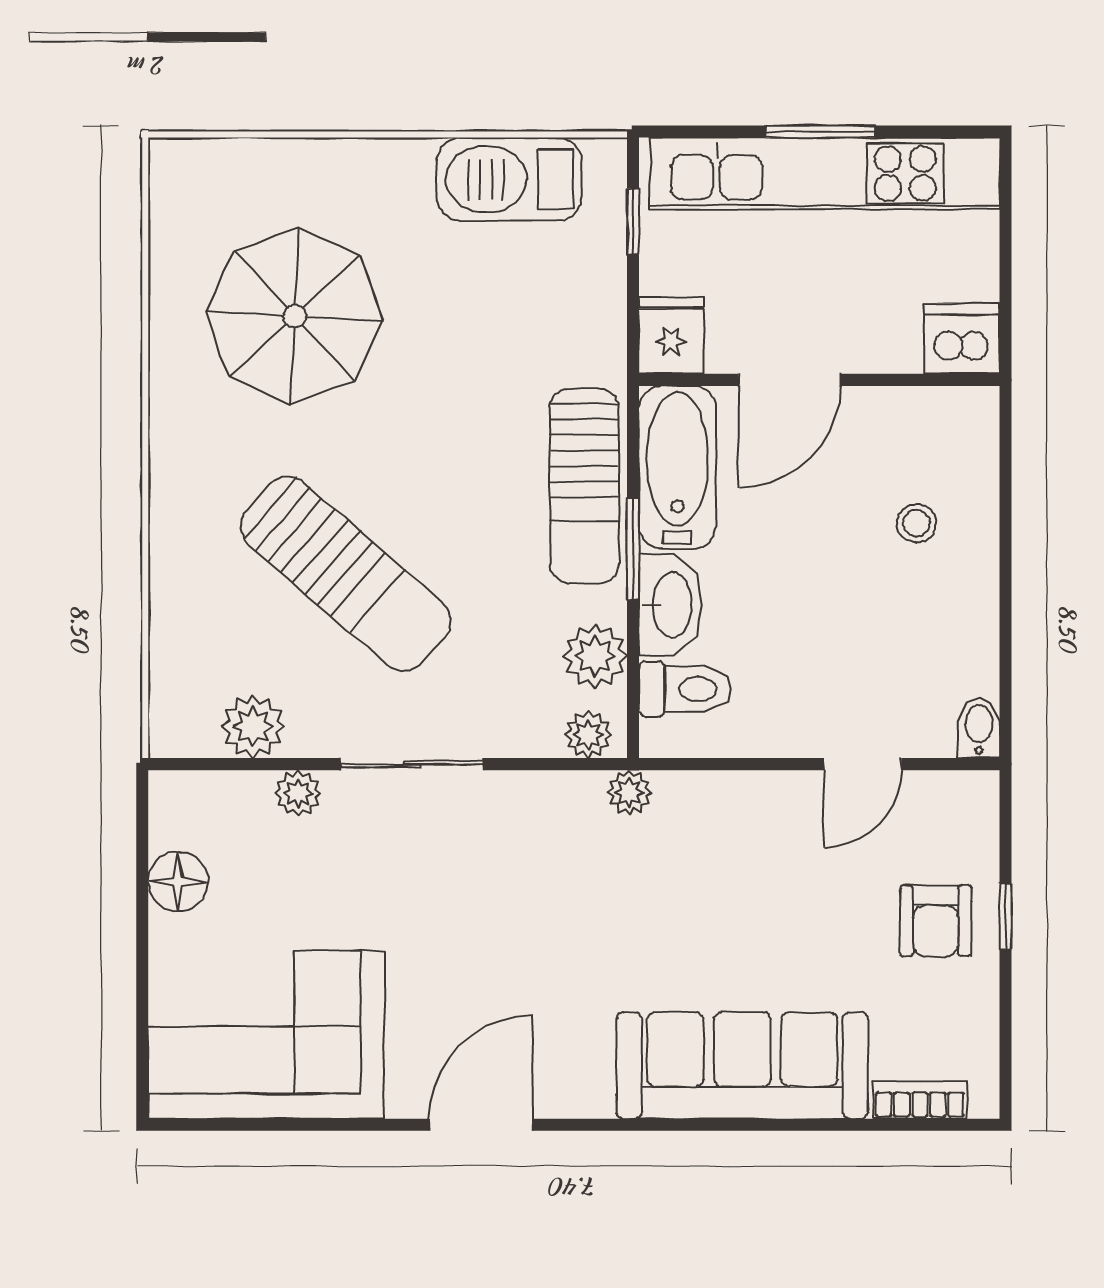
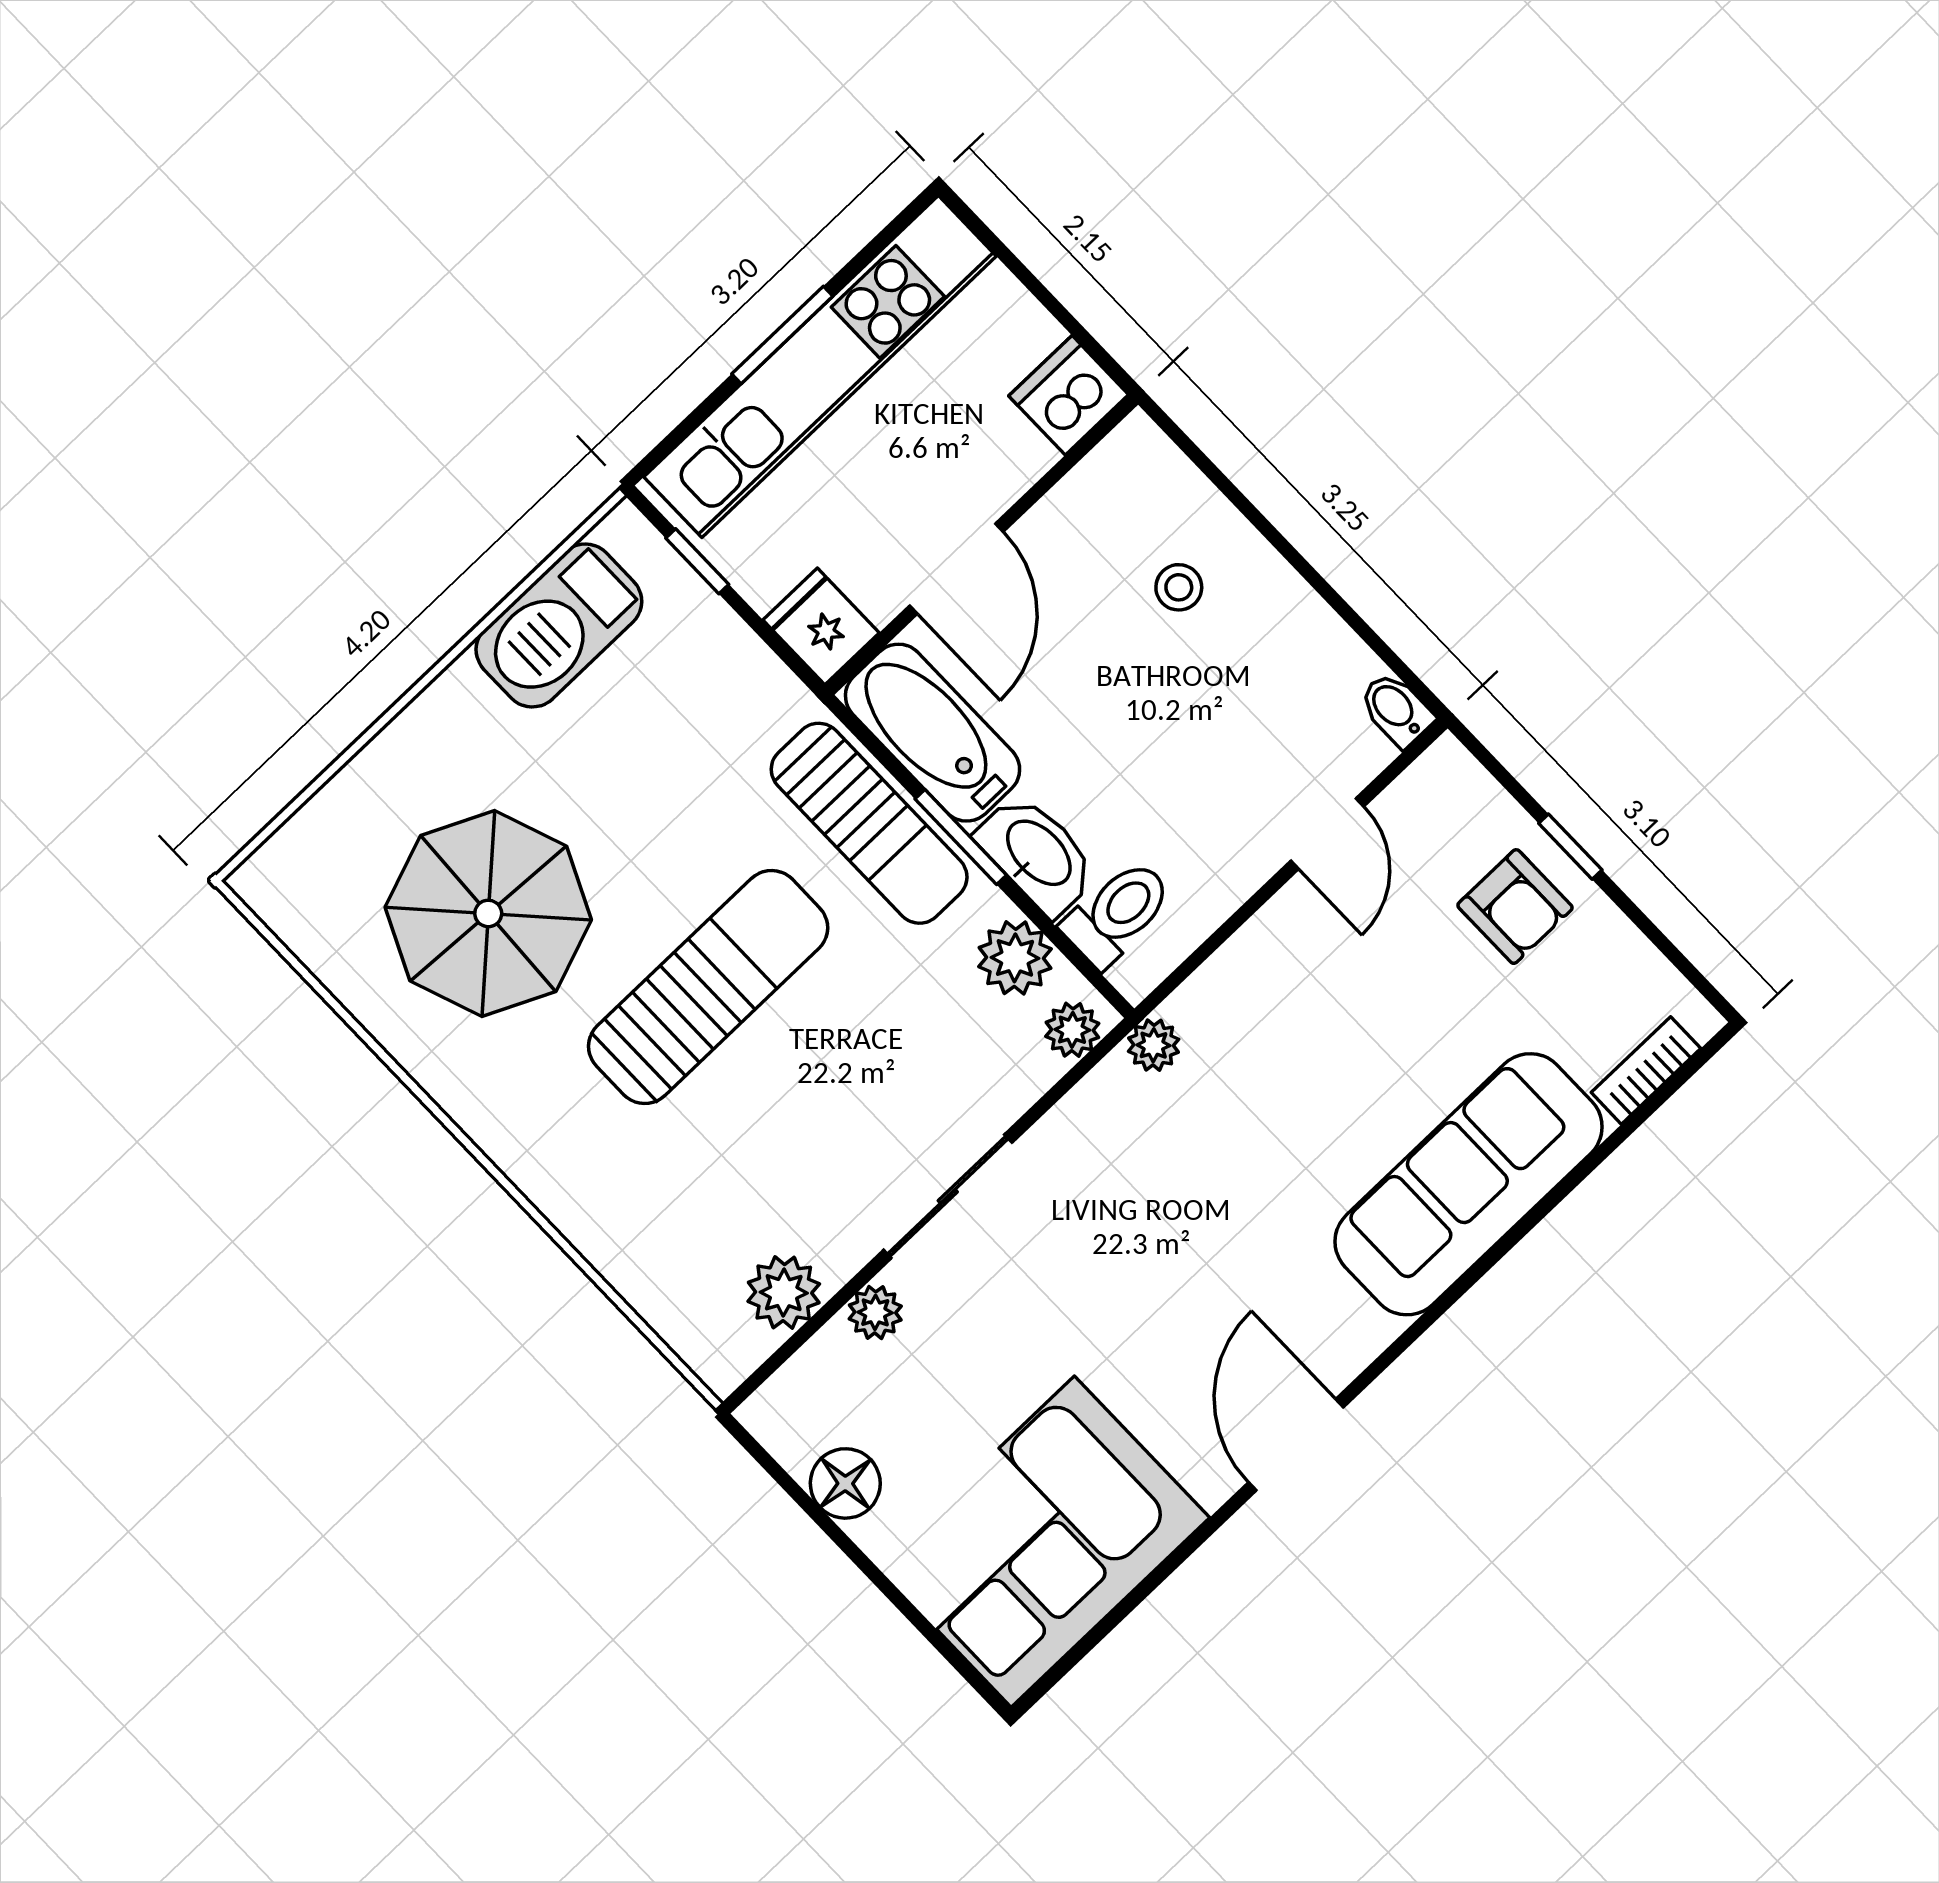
sun lounger: (345, 574) -> (708, 987), moved, turned -41

